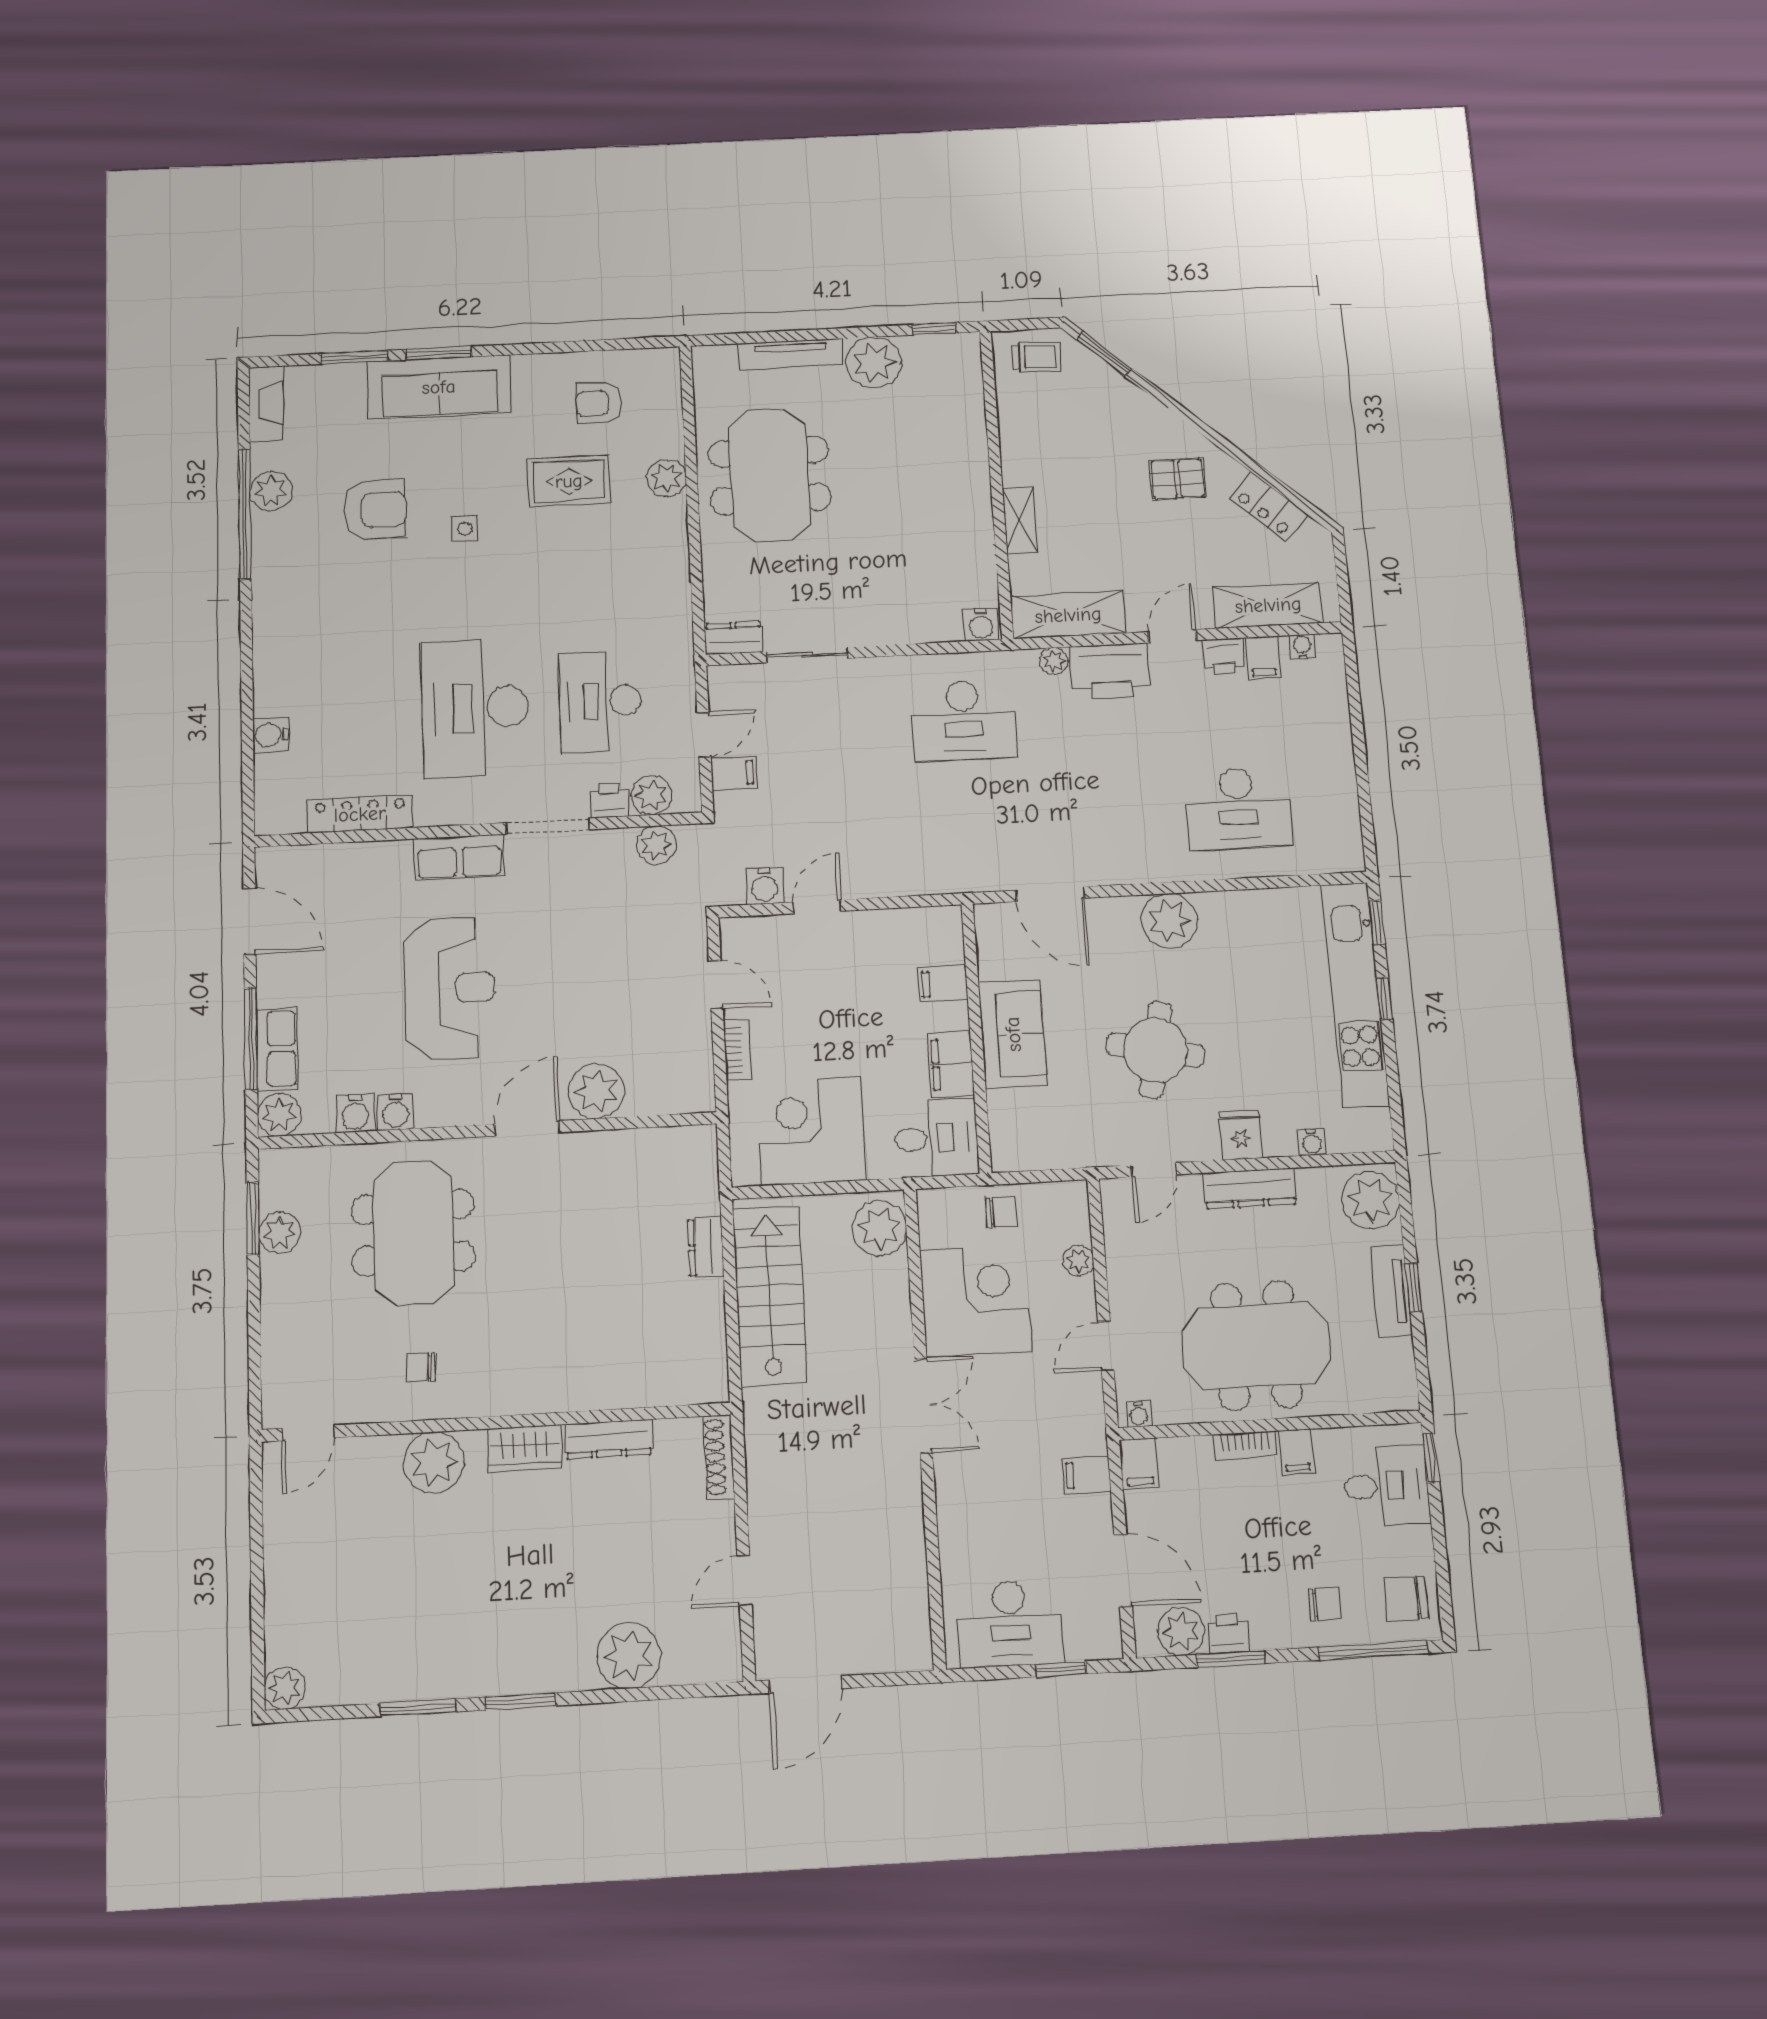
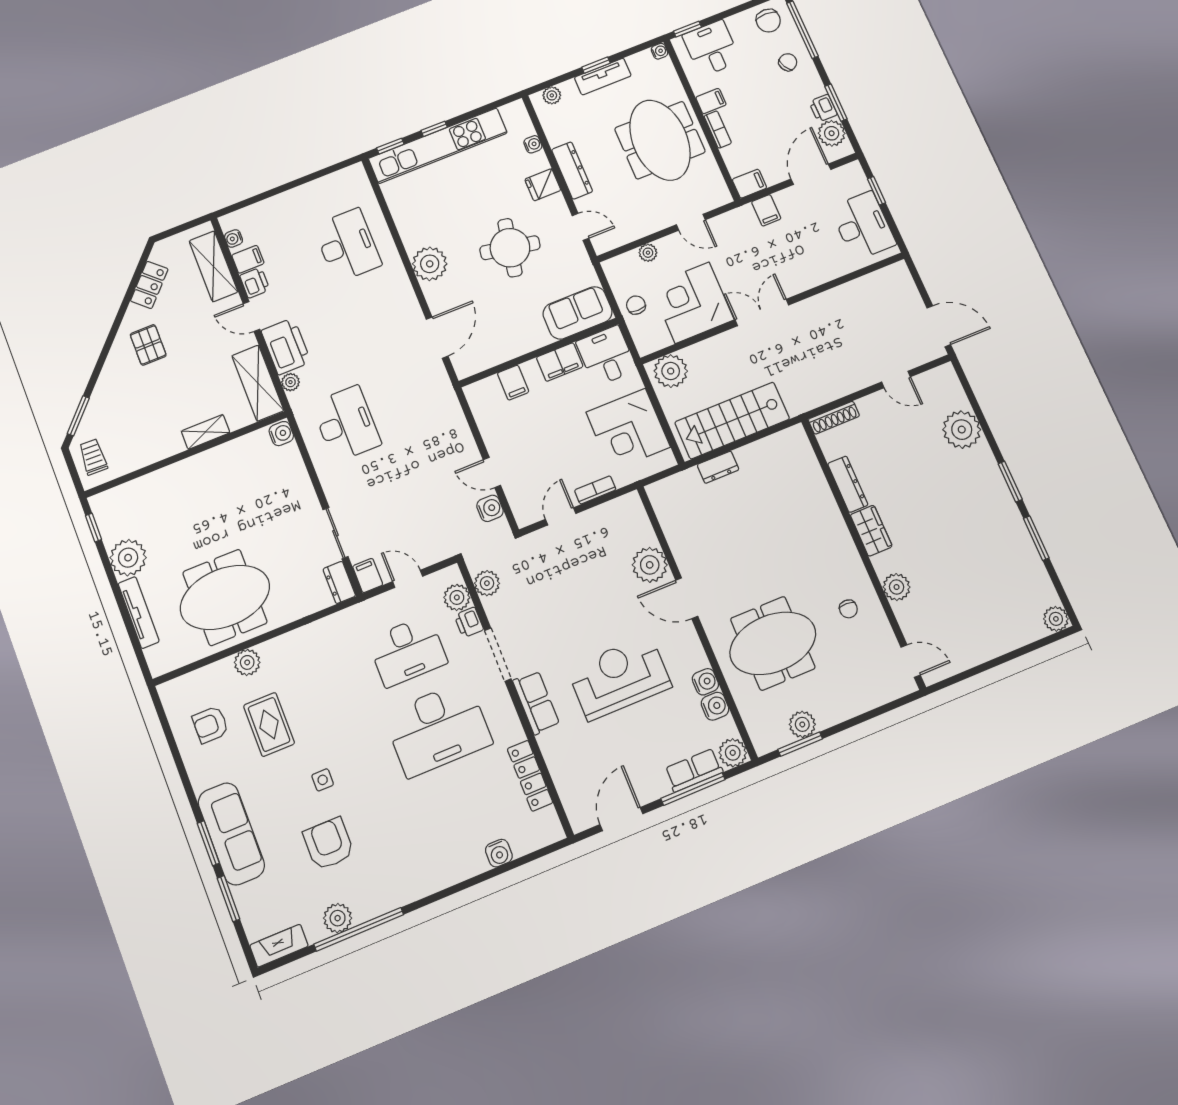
armchair: (599, 403) -> (210, 725), turned 90
filing cabinet: (734, 773) -> (368, 576), moved
sofa: (1013, 1034) -> (578, 313), moved
plant: (1371, 1200) -> (552, 95), width x0.53, depth x0.53
water cooler: (1139, 1414) -> (659, 51), moved
plant: (434, 1462) -> (897, 587), width x0.73, depth x0.73
chair: (1324, 1604) -> (788, 62), turned 62

